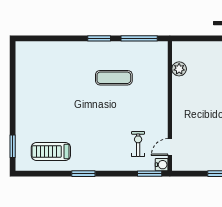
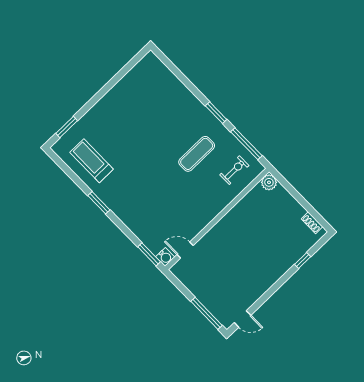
plant: (179, 69) -> (269, 182), moved
exercise mat: (114, 78) -> (197, 154), turned 90
exercise bike: (138, 144) -> (234, 170), moved

